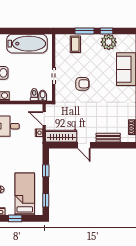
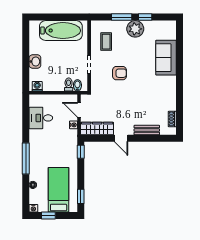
plant: (109, 42) -> (135, 29), moved
coffee table: (75, 44) -> (106, 42), moved
window: (46, 171) -> (81, 152), moved

